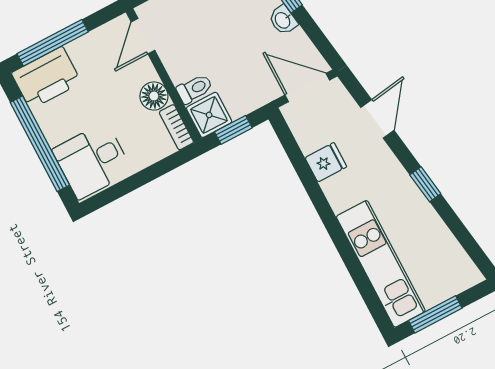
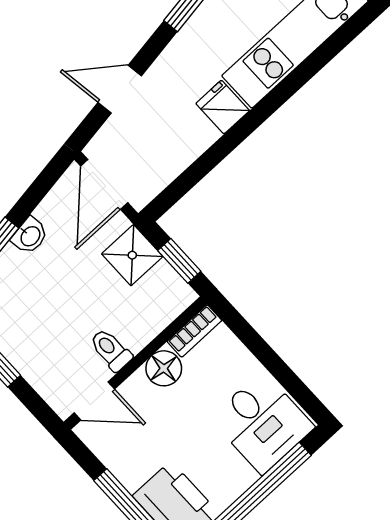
toilet: (195, 89) -> (111, 350), moved
shower: (209, 115) -> (132, 255), moved
fridge: (326, 162) -> (223, 107), moved

